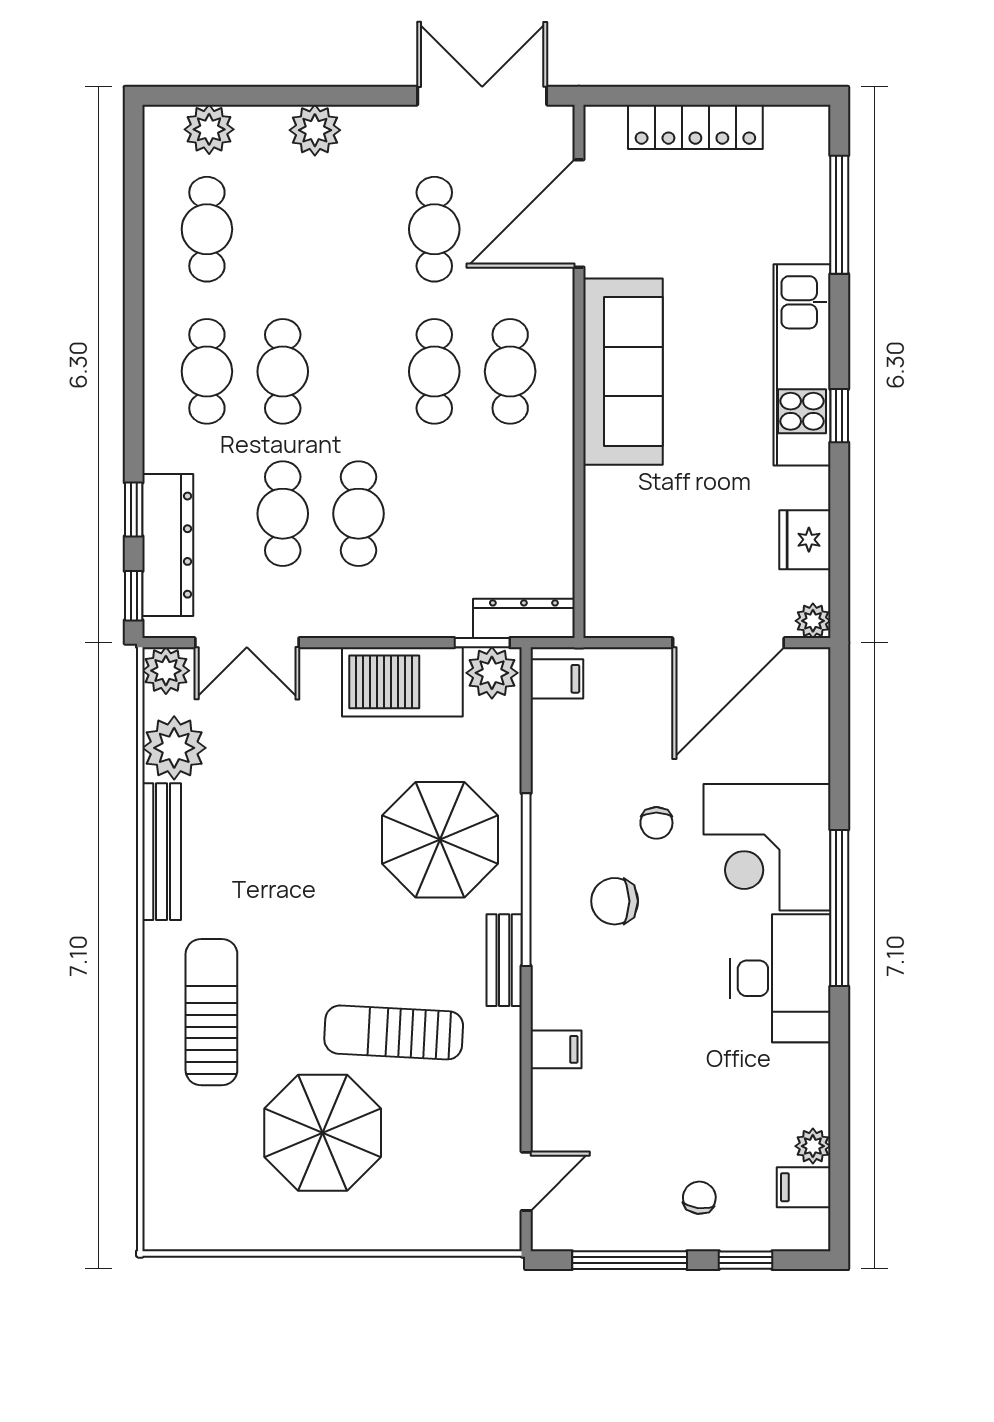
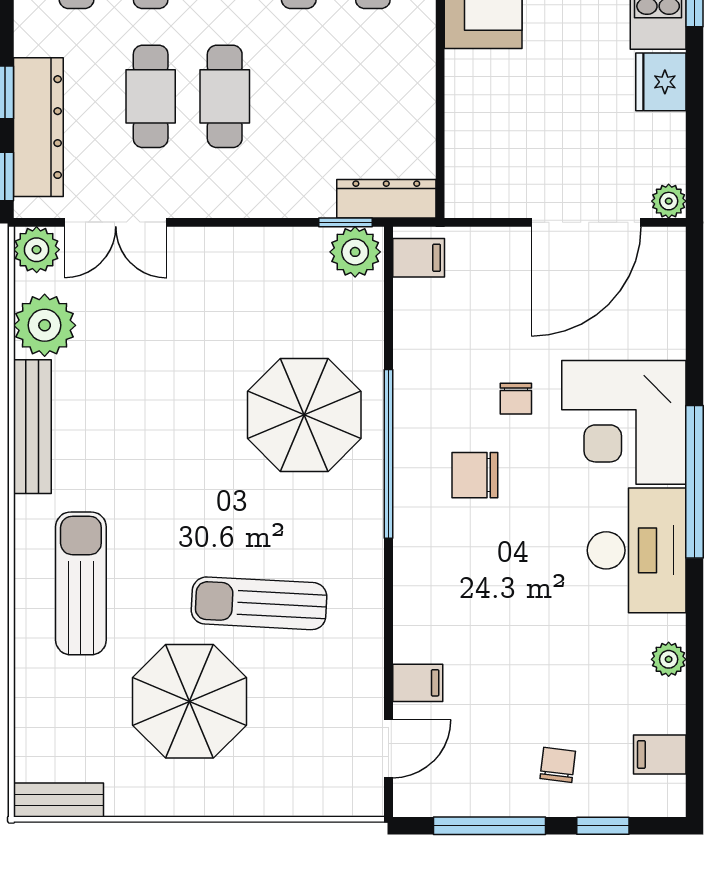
fridge: (805, 540) -> (661, 82), moved
barbecue: (402, 682) -> (267, 261), removed
bench: (504, 960) -> (58, 800), moved, turned 90
filing cabinet: (556, 1049) -> (418, 683), moved
plant: (813, 1146) -> (669, 659), moved

